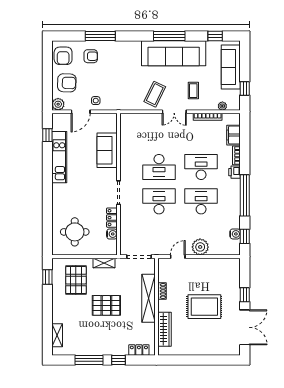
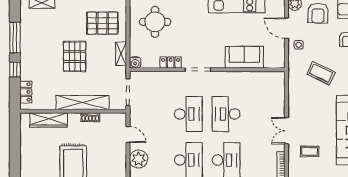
coffee table: (155, 94) -> (321, 73), moved
water cooler: (112, 234) -> (135, 63), moved

